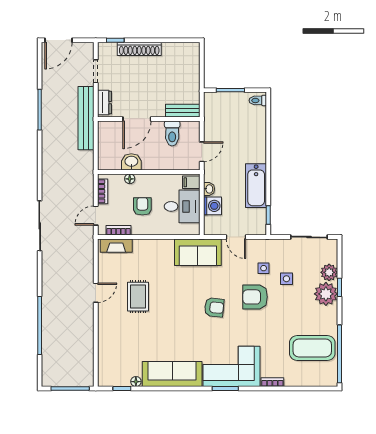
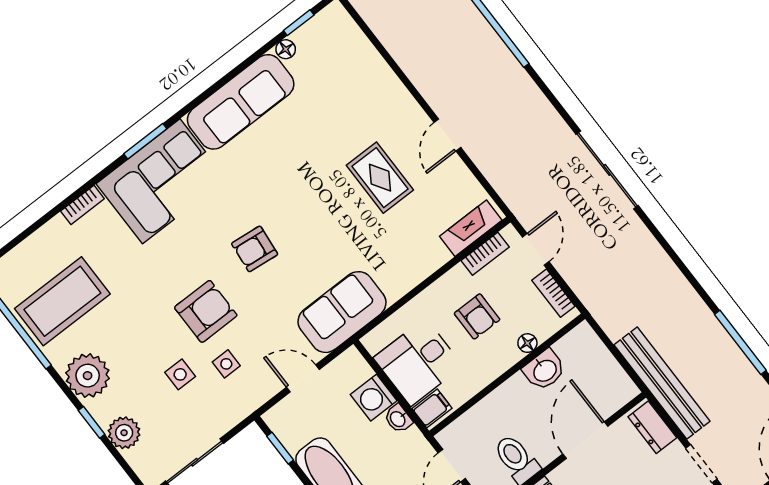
plant: (326, 294) -> (88, 376), moved

